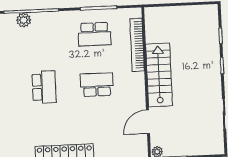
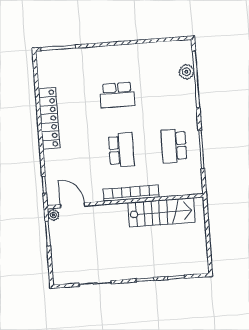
bookcase: (137, 45) -> (131, 193), moved
stairs: (159, 75) -> (161, 212), moved
door: (148, 122) -> (72, 205), moved

